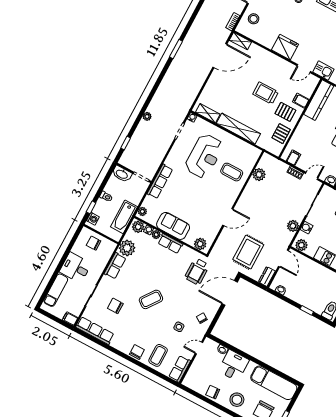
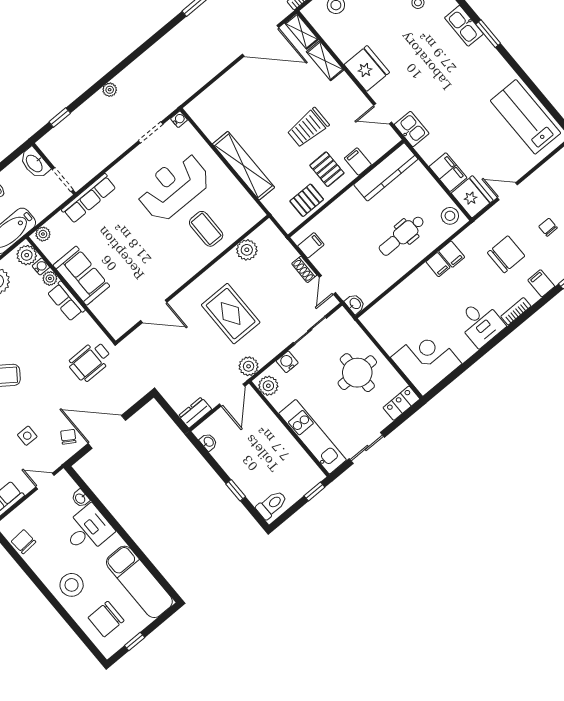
trolley: (266, 93) -> (308, 128), turned -90
shelving: (208, 113) -> (325, 61), moved
reception desk: (204, 156) -> (173, 187), turned 180
door: (312, 176) -> (327, 285), swing flipped
door: (228, 217) -> (154, 311), moved
plant: (293, 226) -> (249, 366), moved
plant: (200, 244) -> (112, 321), removed
rug: (248, 252) -> (231, 314), moved, turned 90
door: (230, 293) -> (107, 432), moved
chair: (213, 392) -> (24, 542), moved

